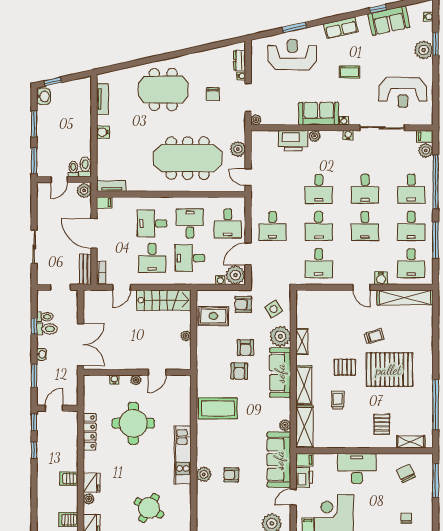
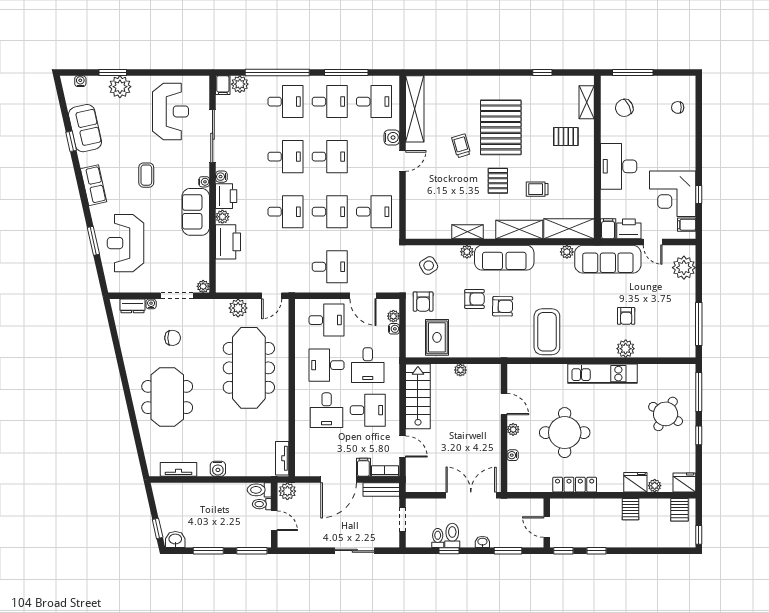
printer: (332, 139) -> (226, 196), added
filing cabinet: (104, 203) -> (363, 467), moved
plant: (235, 275) -> (393, 316), width x0.53, depth x0.53
plant: (280, 336) -> (467, 252), width x0.53, depth x0.53
window: (436, 405) -> (542, 73), width x0.32

